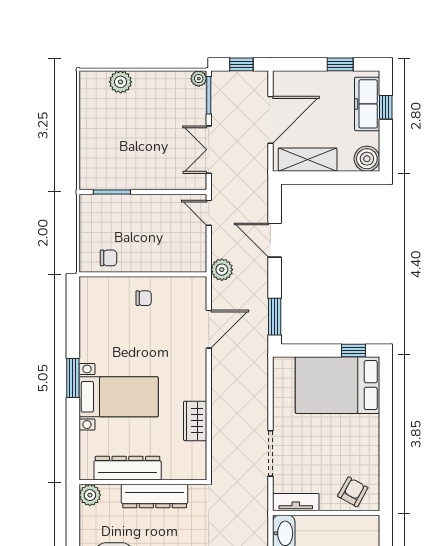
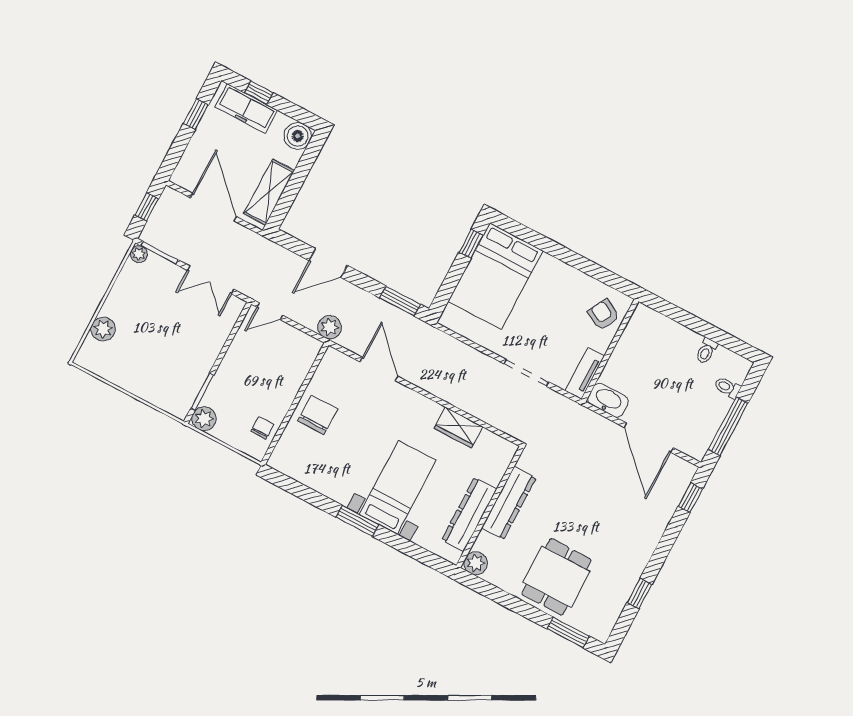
plant: (90, 205) -> (204, 419), added
chair: (144, 298) -> (318, 415), width x1.87, depth x1.87

